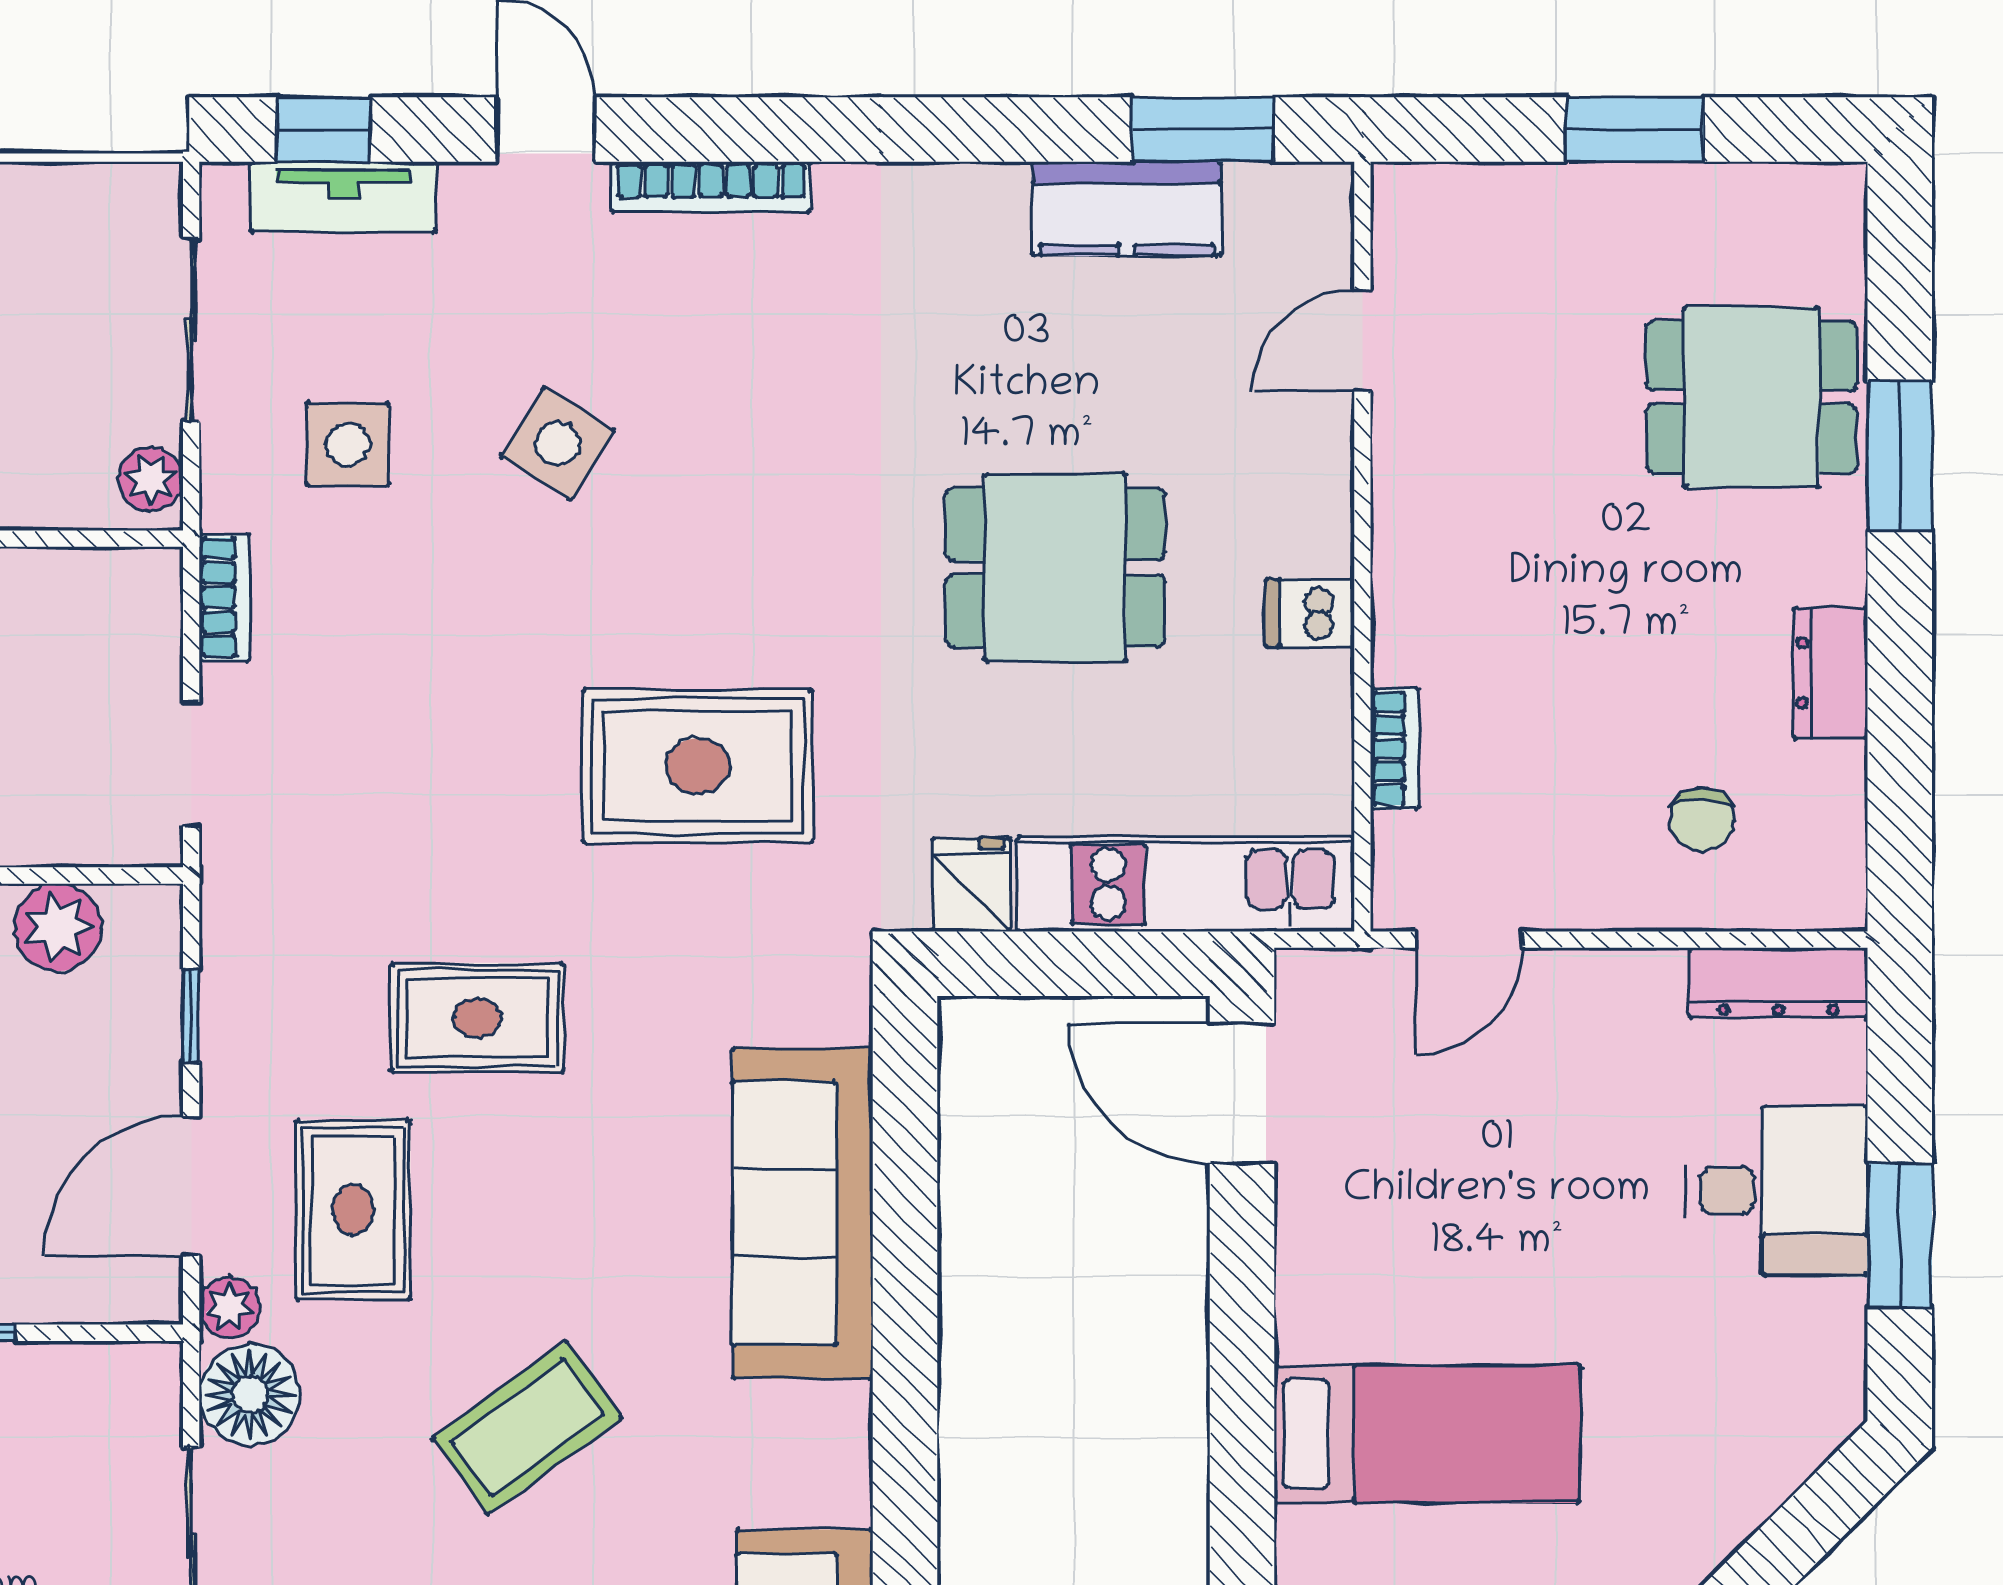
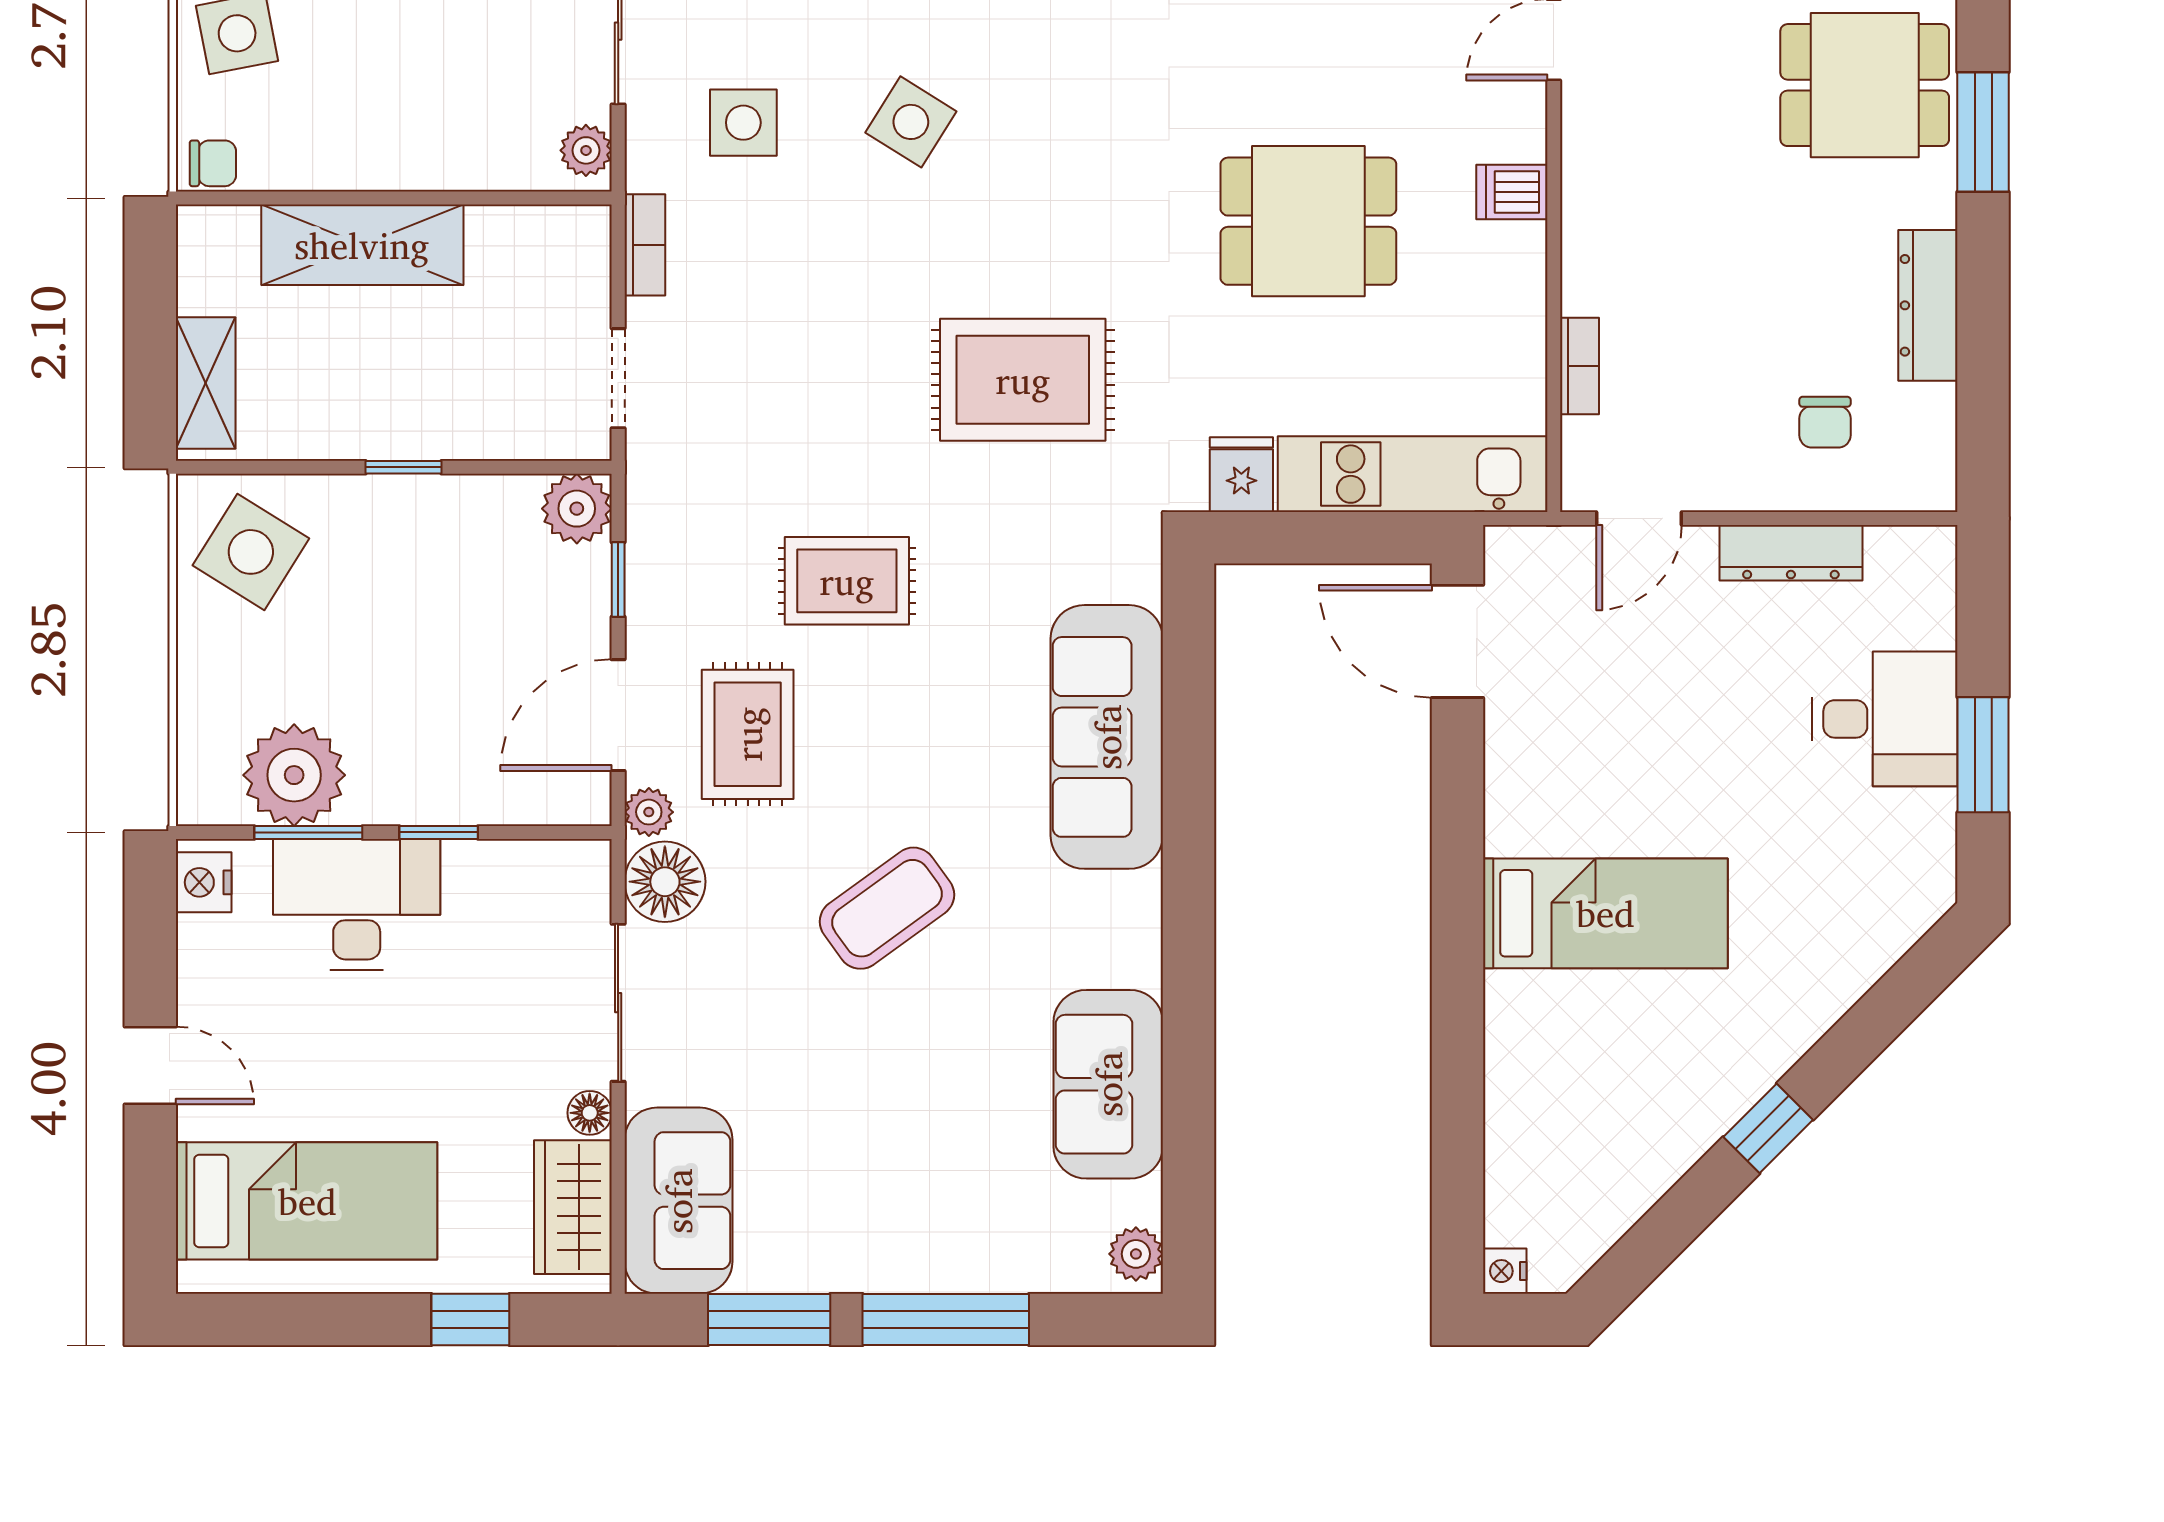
dishwasher: (1310, 613) -> (1512, 192), moved
dresser: (1831, 673) -> (1928, 305), width x1.44
plant: (58, 927) -> (577, 509), moved
dresser: (1778, 983) -> (1791, 553), moved

